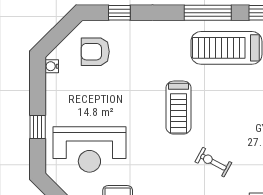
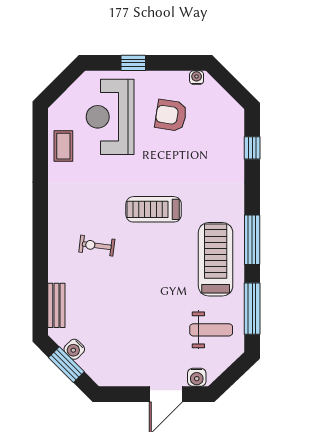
armchair: (95, 52) -> (171, 115), moved, turned -81
exercise bike: (213, 162) -> (97, 246), turned -111

